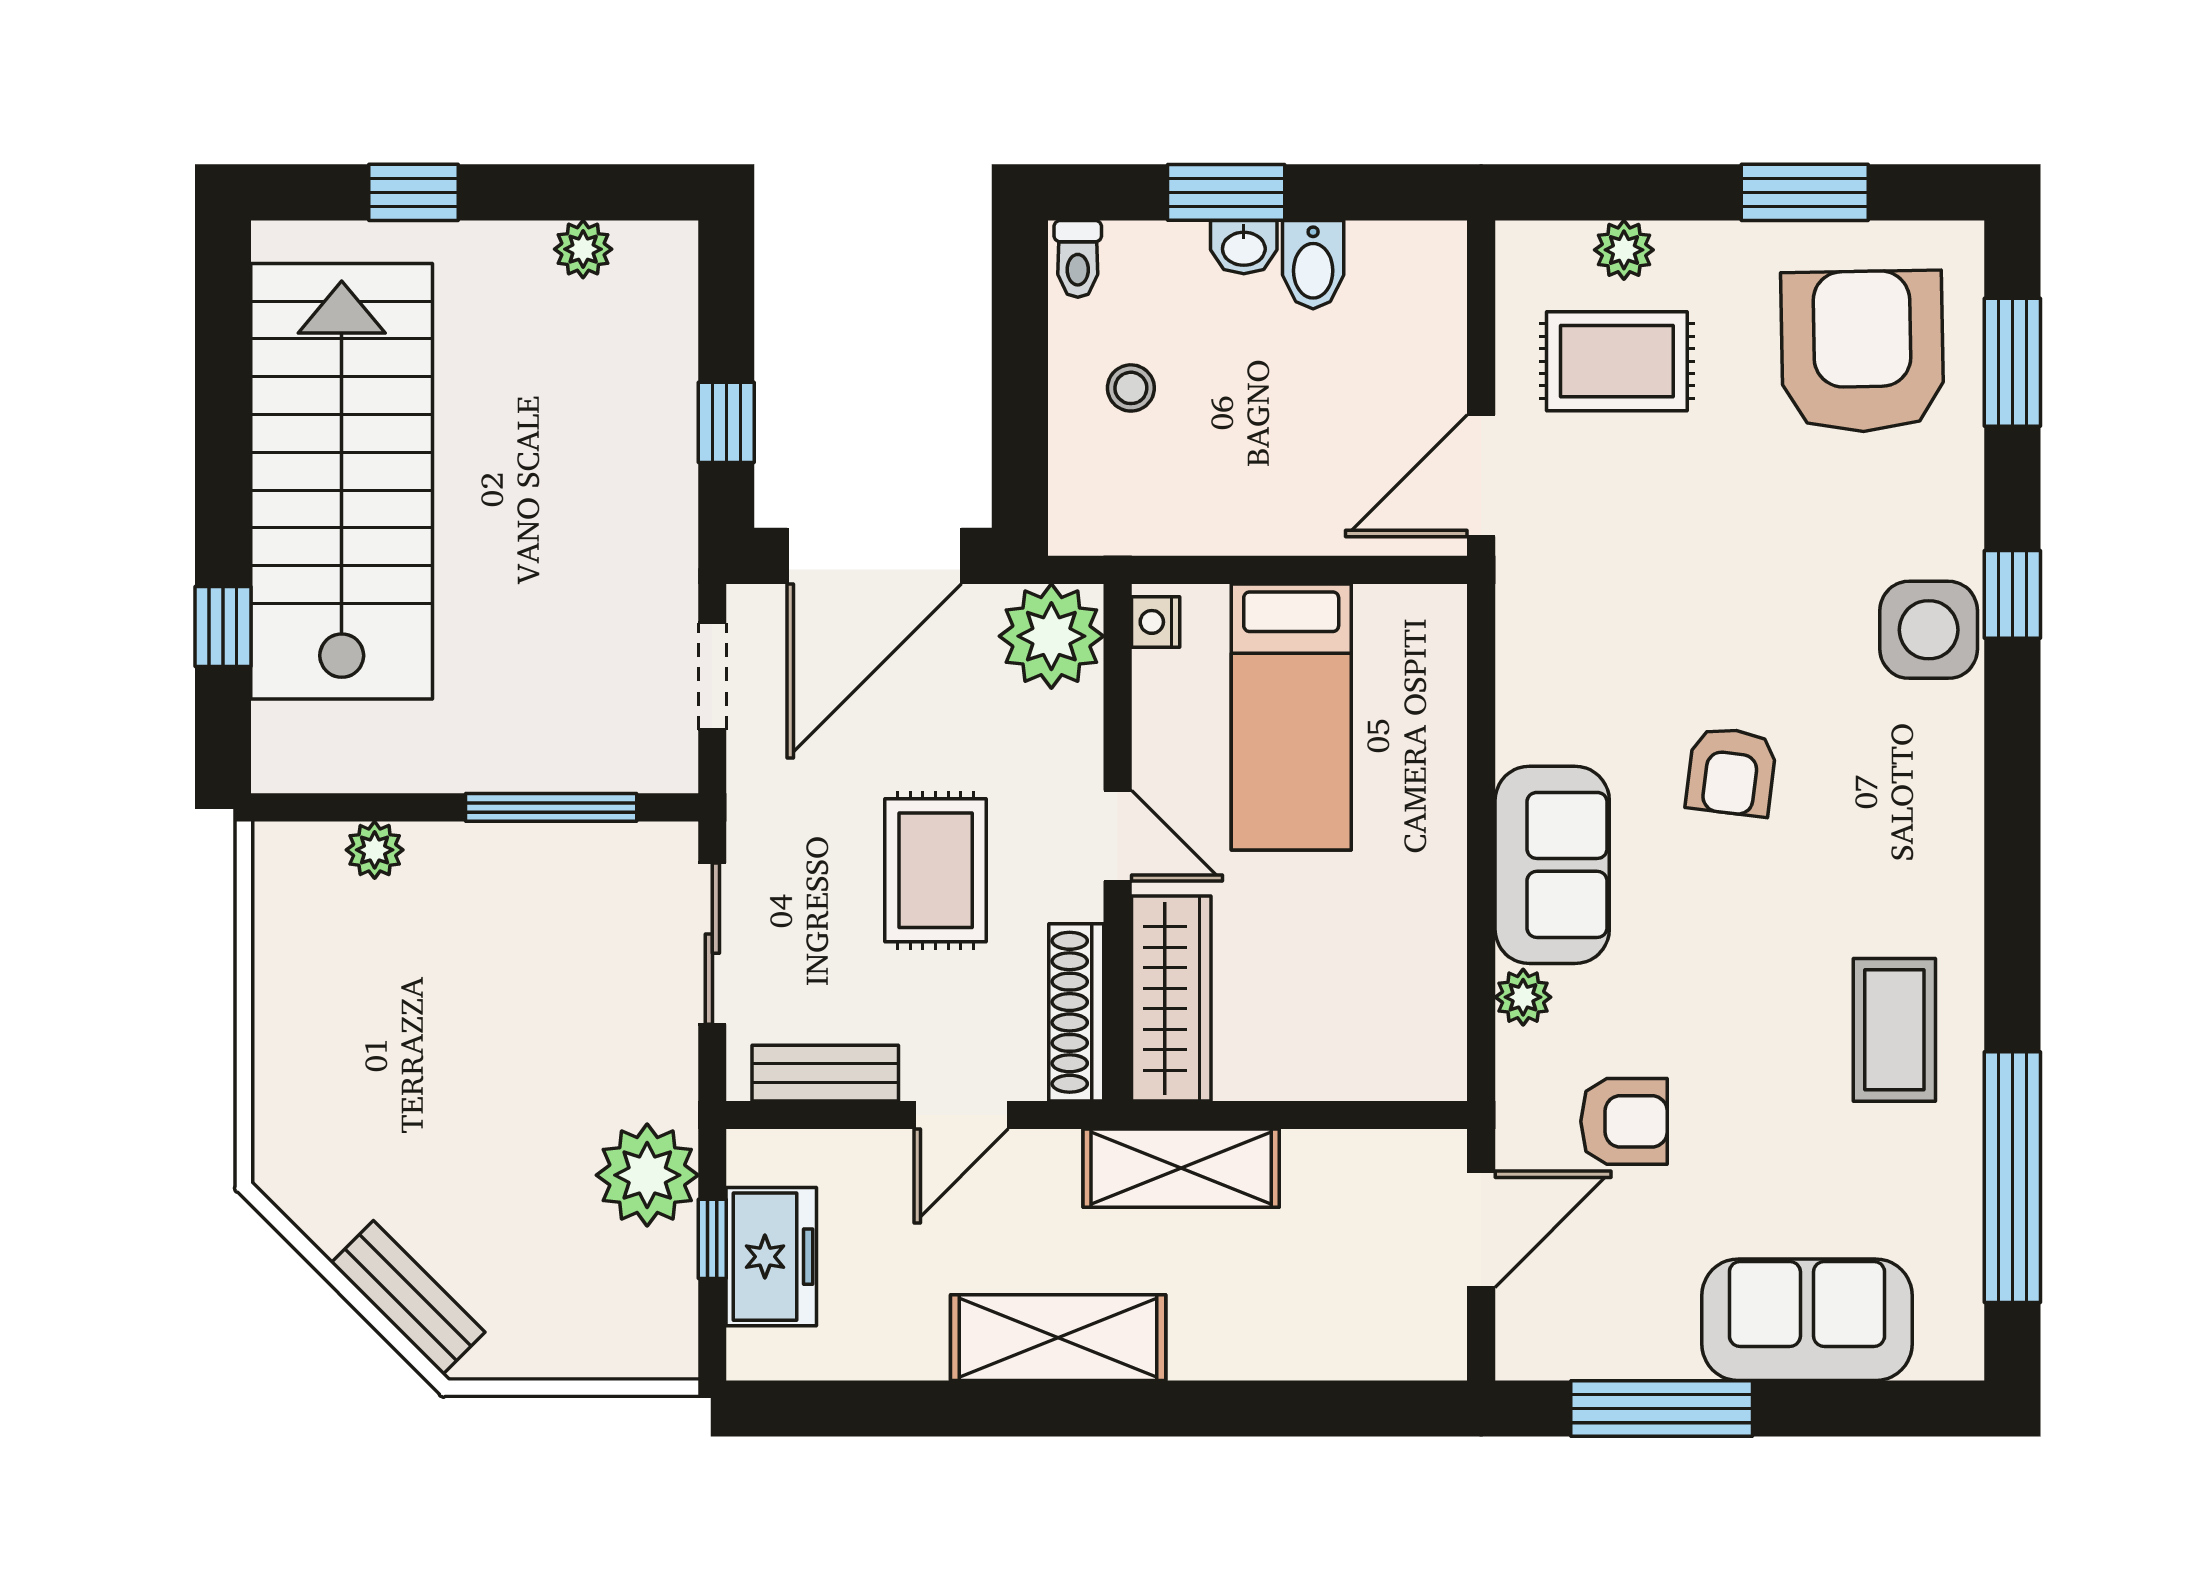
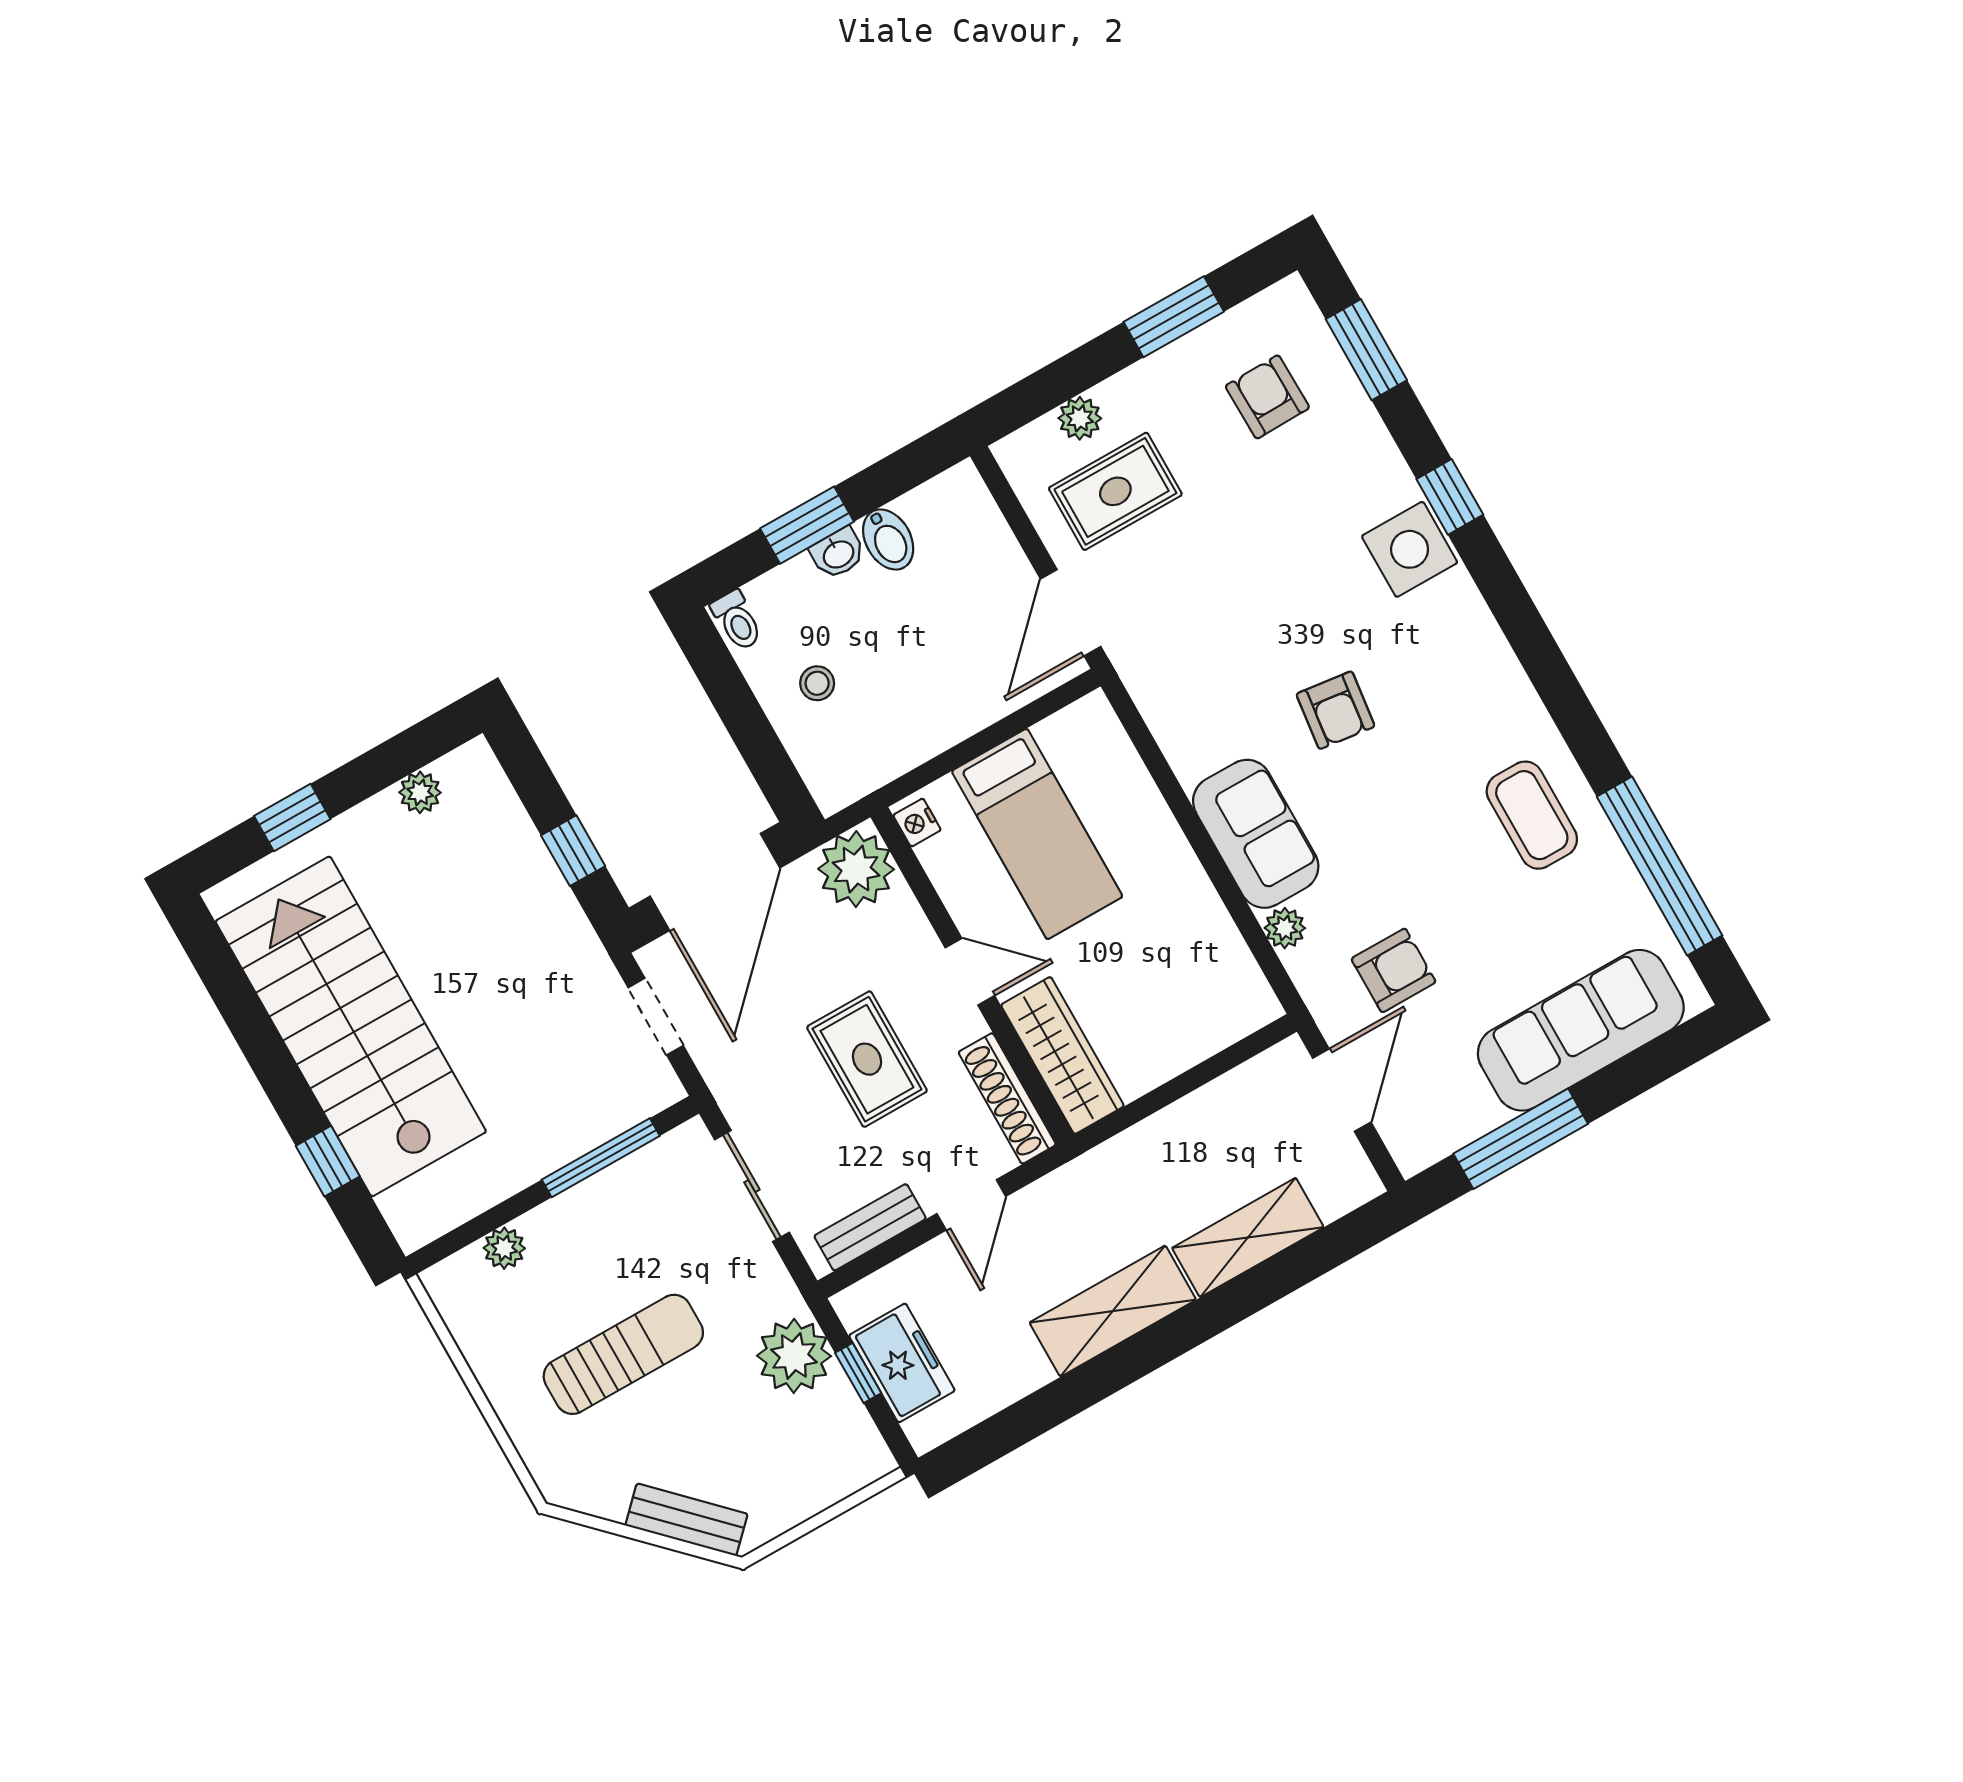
armchair: (1862, 351) -> (1267, 397), width x0.53, depth x0.53
sun lounger: (445, 1057) -> (623, 1354), added
shelving: (1181, 1168) -> (1248, 1238), moved
sofa: (1807, 1320) -> (1581, 1030), width x1.36

